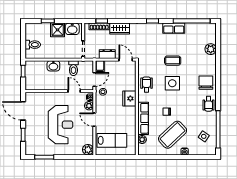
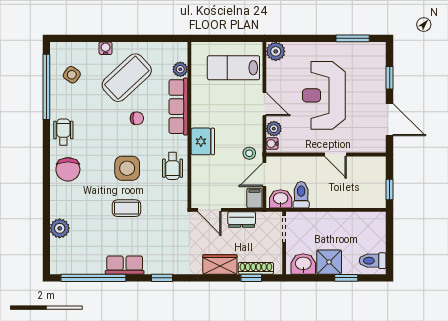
toilet: (33, 45) -> (373, 261), moved
washbasin: (53, 66) -> (281, 199), moved
door: (74, 91) -> (335, 155), moved

